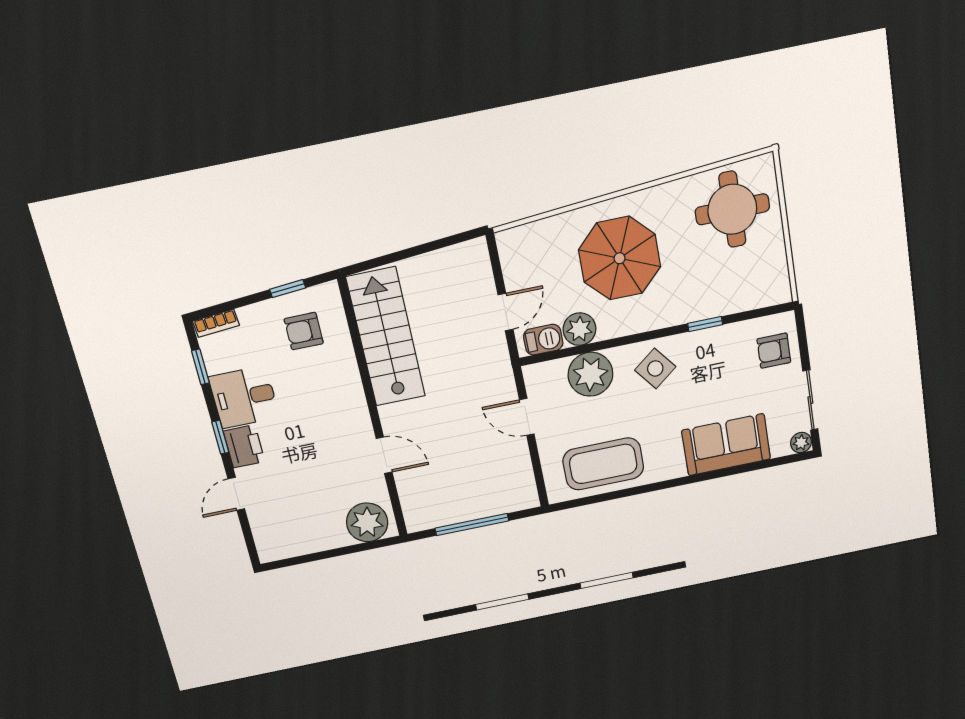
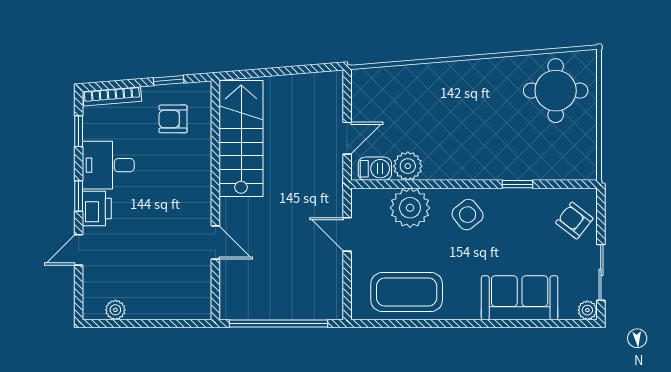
parasol: (620, 258) -> (453, 112), removed
bookcase: (216, 323) -> (112, 96), width x1.56
armchair: (774, 351) -> (574, 221), turned 38
plant: (367, 522) -> (115, 310), moved, width x0.53, depth x0.53
window: (472, 524) -> (278, 323), width x1.46

